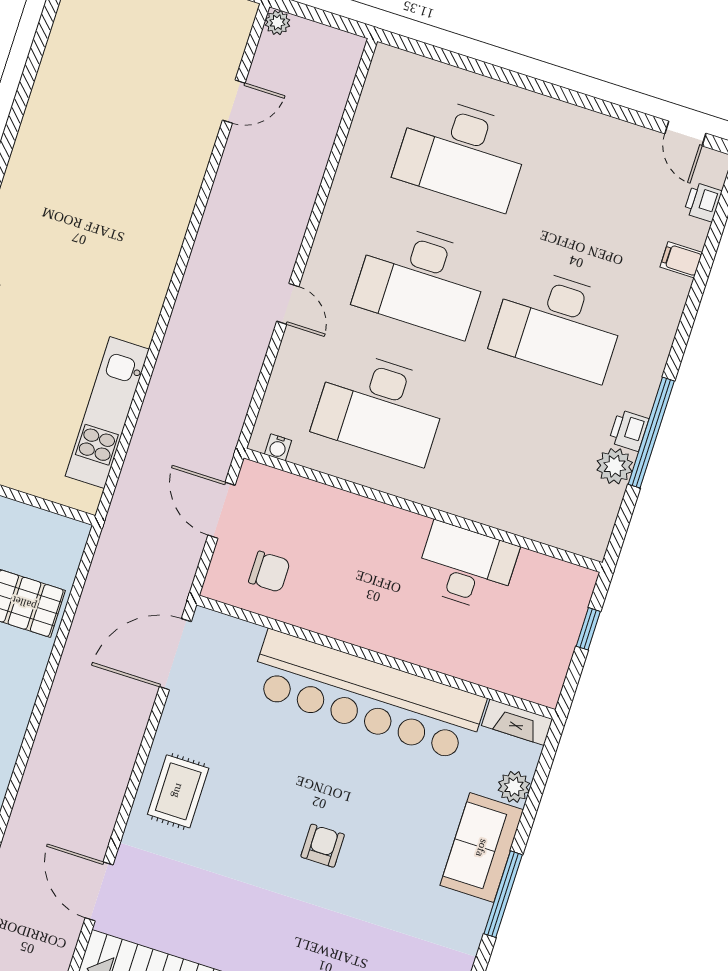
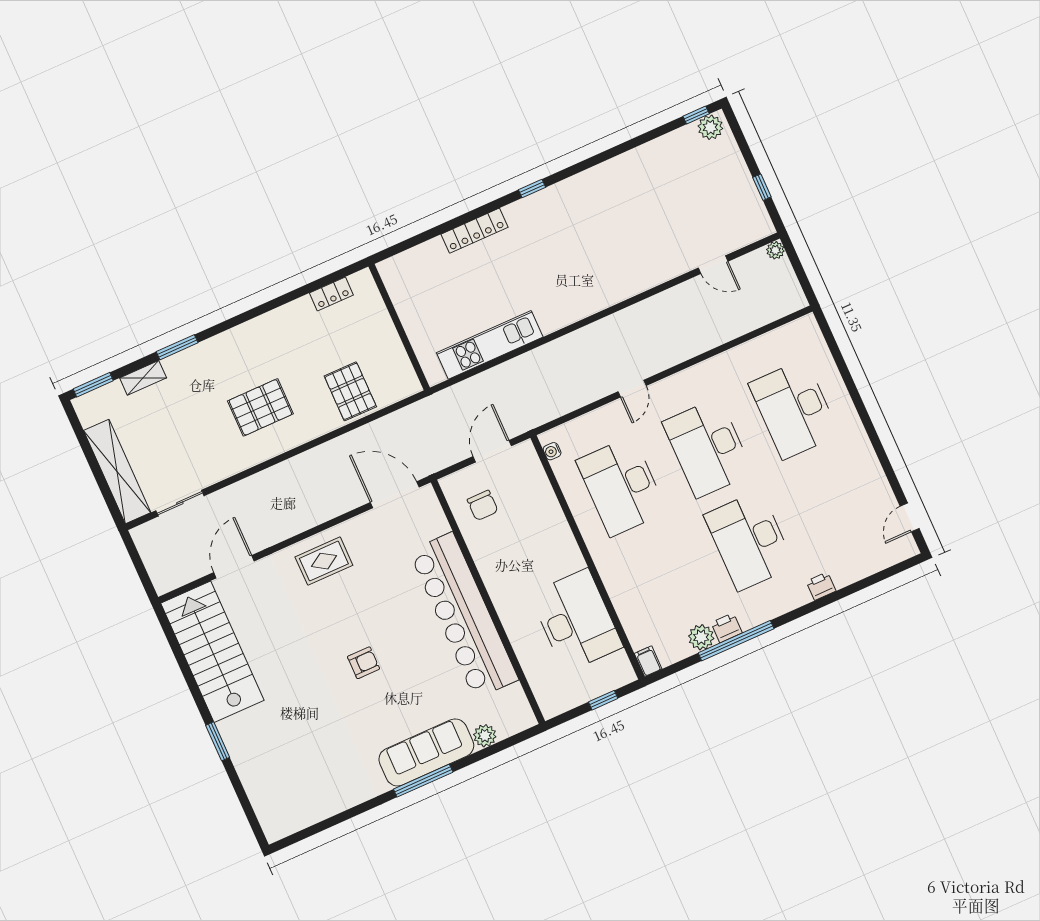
printer: (703, 202) -> (821, 586), moved
filing cabinet: (681, 260) -> (648, 661), moved
desk: (467, 567) -> (576, 620), width x1.36, depth x1.30
fireplace: (517, 722) -> (520, 707), removed
sofa: (482, 848) -> (426, 752), width x1.36

